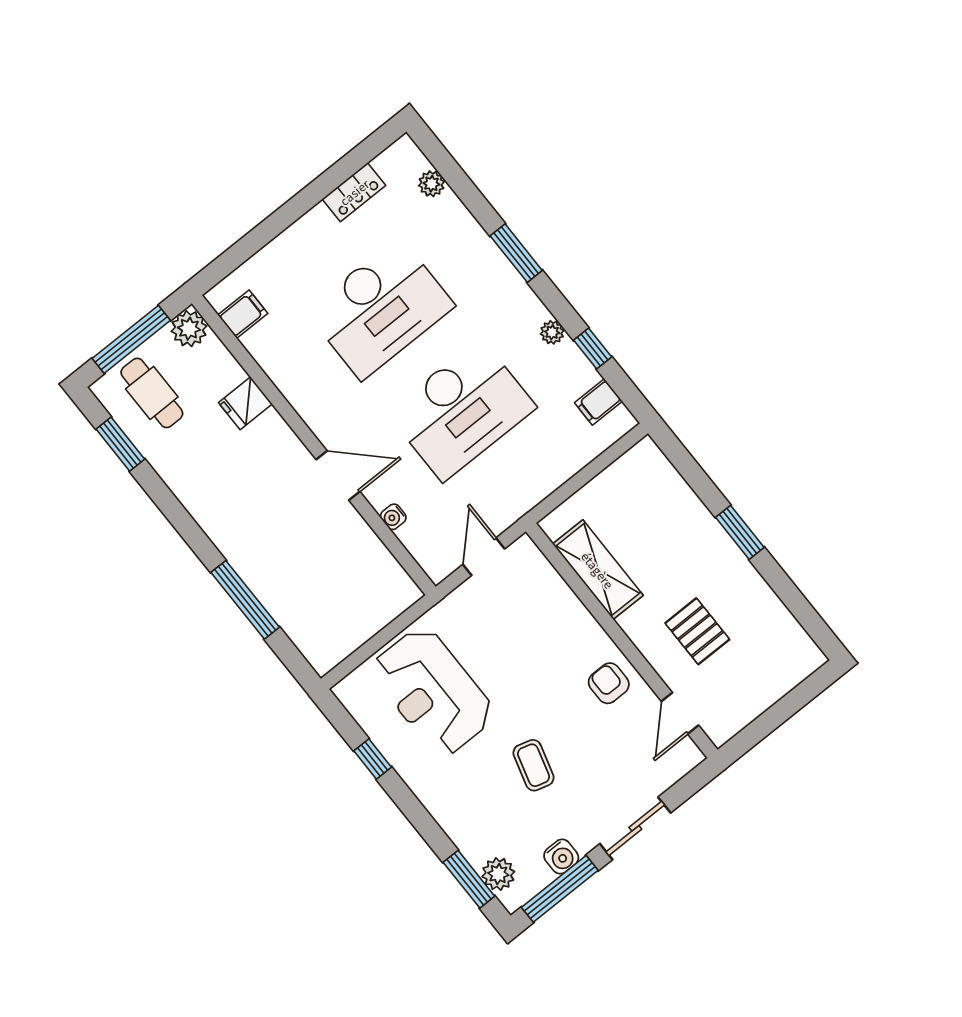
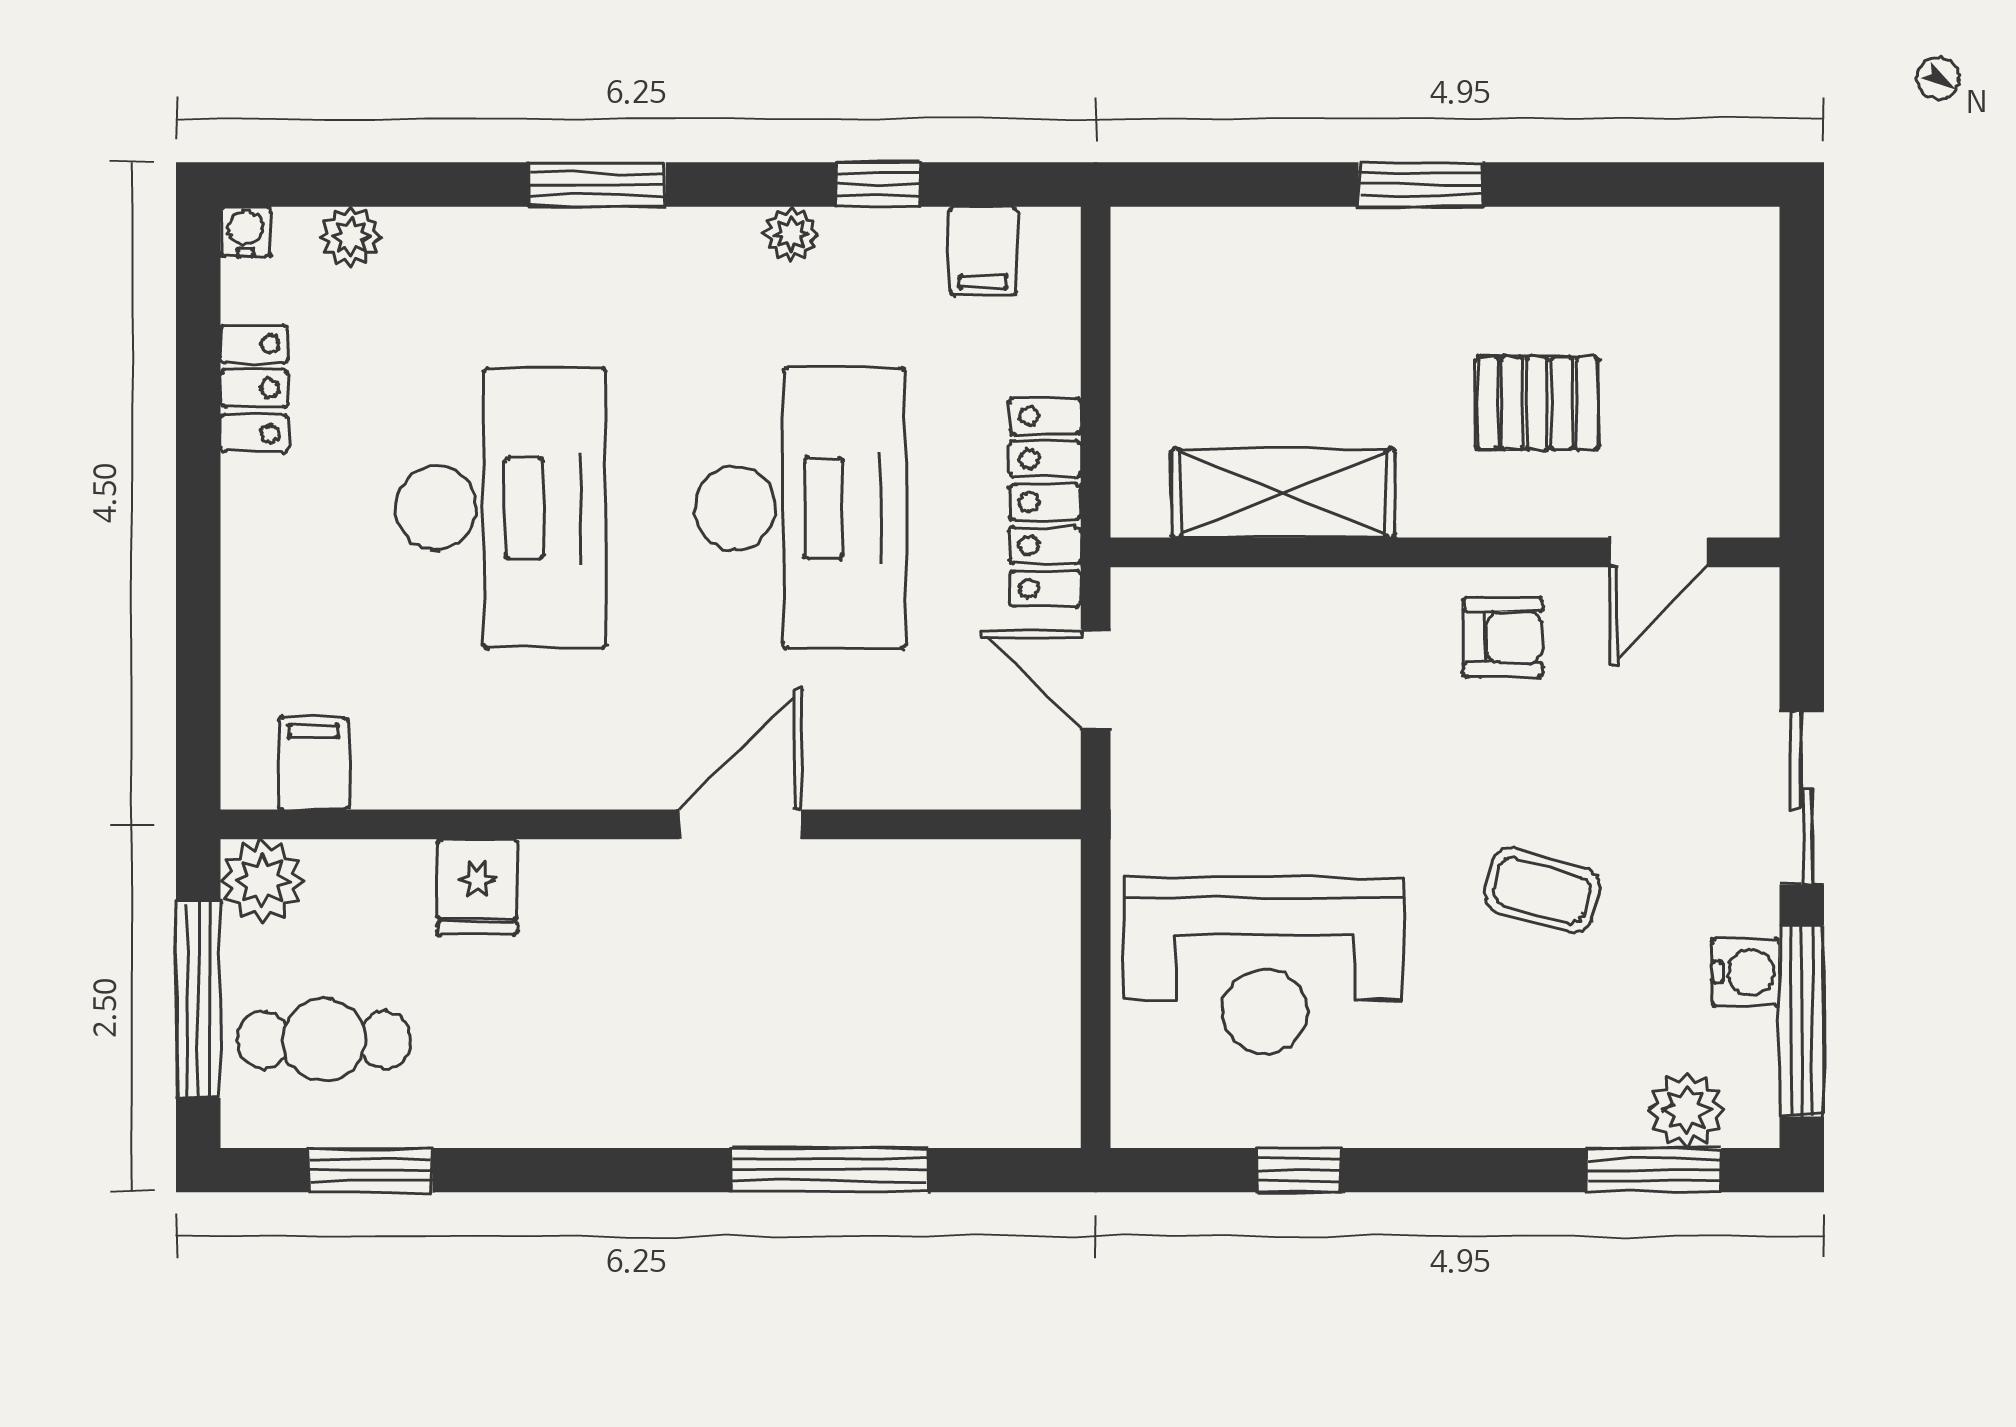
locker: (530, 491) -> (1045, 502), added
water cooler: (393, 517) -> (245, 232), moved, turned 180
armchair: (609, 683) -> (1503, 637), turned 180
door: (680, 713) -> (1659, 552), hinge flipped

